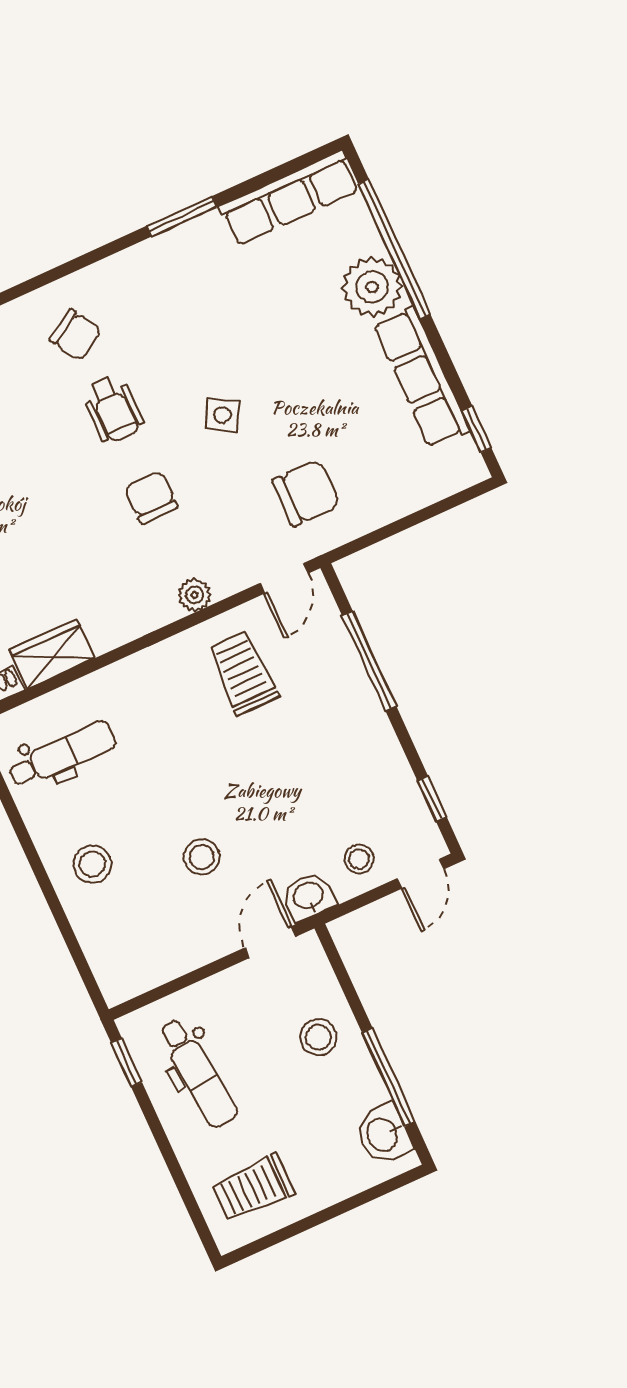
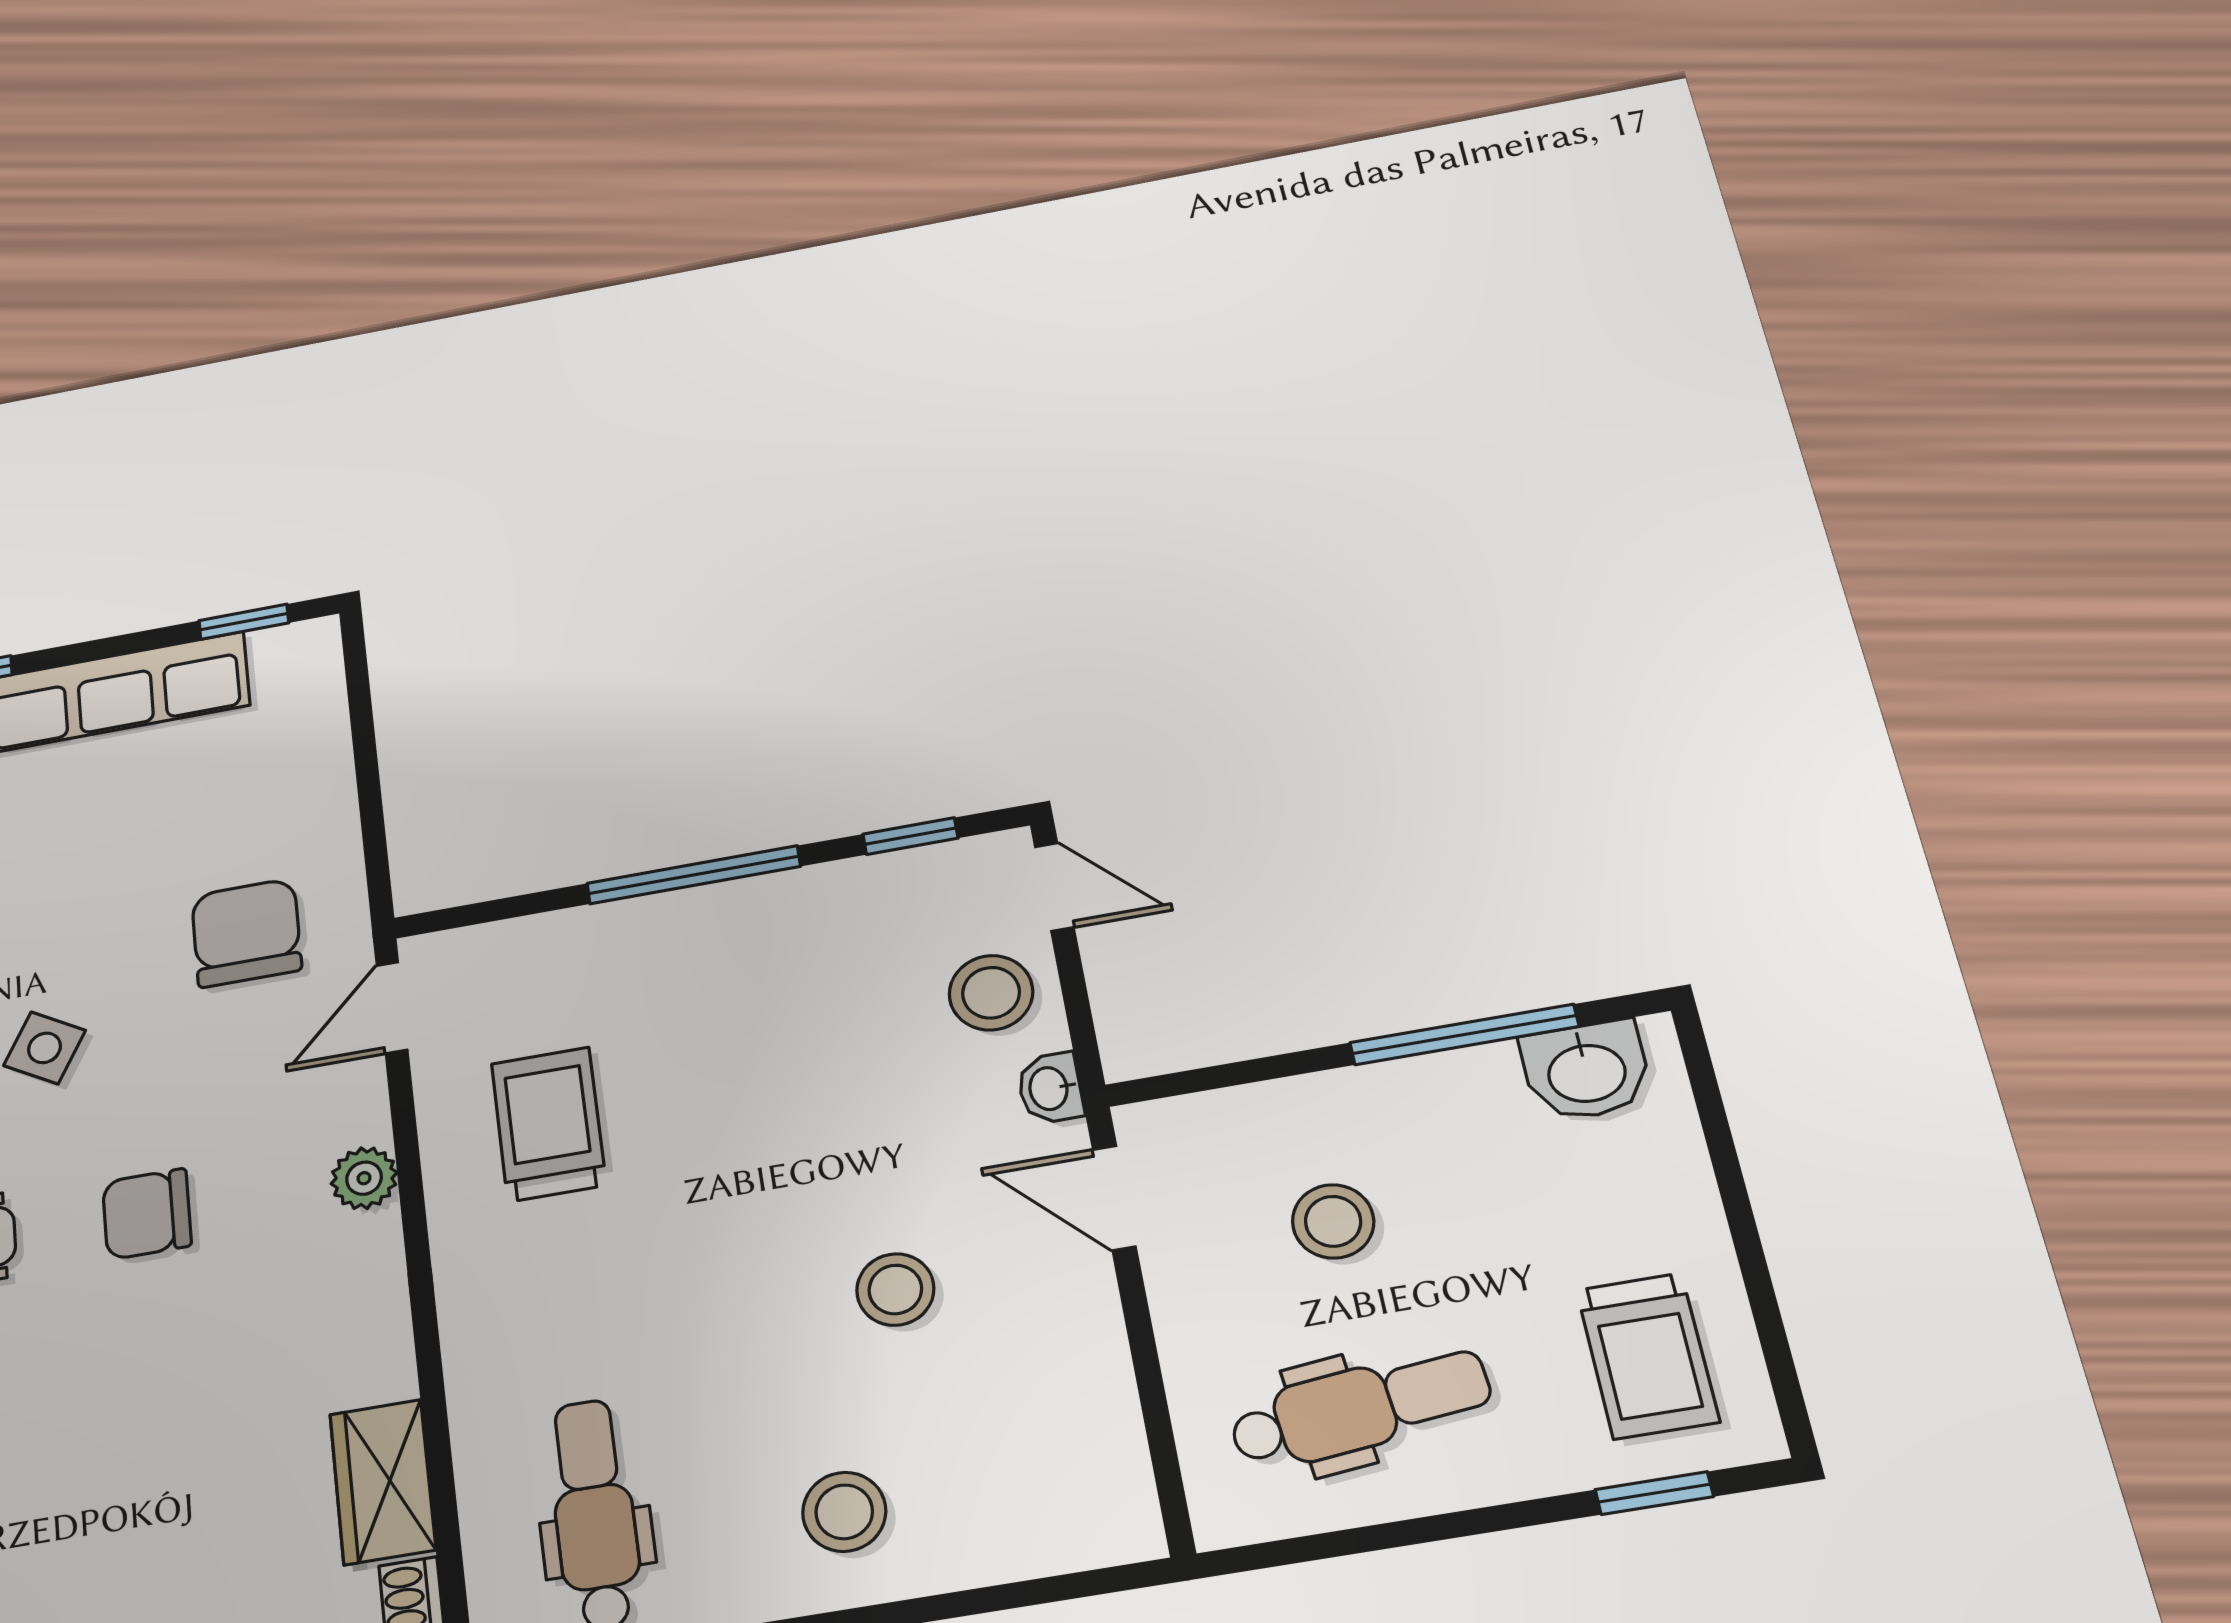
door: (284, 578) -> (392, 1007), swing flipped
window: (369, 661) -> (694, 875), moved
trolley: (243, 673) -> (549, 1124), turned 90
stool: (359, 859) -> (991, 993), width x1.37, depth x1.37
washbasin: (309, 896) -> (1050, 1088), width x0.72, depth x0.69
stool: (318, 1037) -> (1333, 1221), moved
window: (126, 1062) -> (1654, 1493), moved

